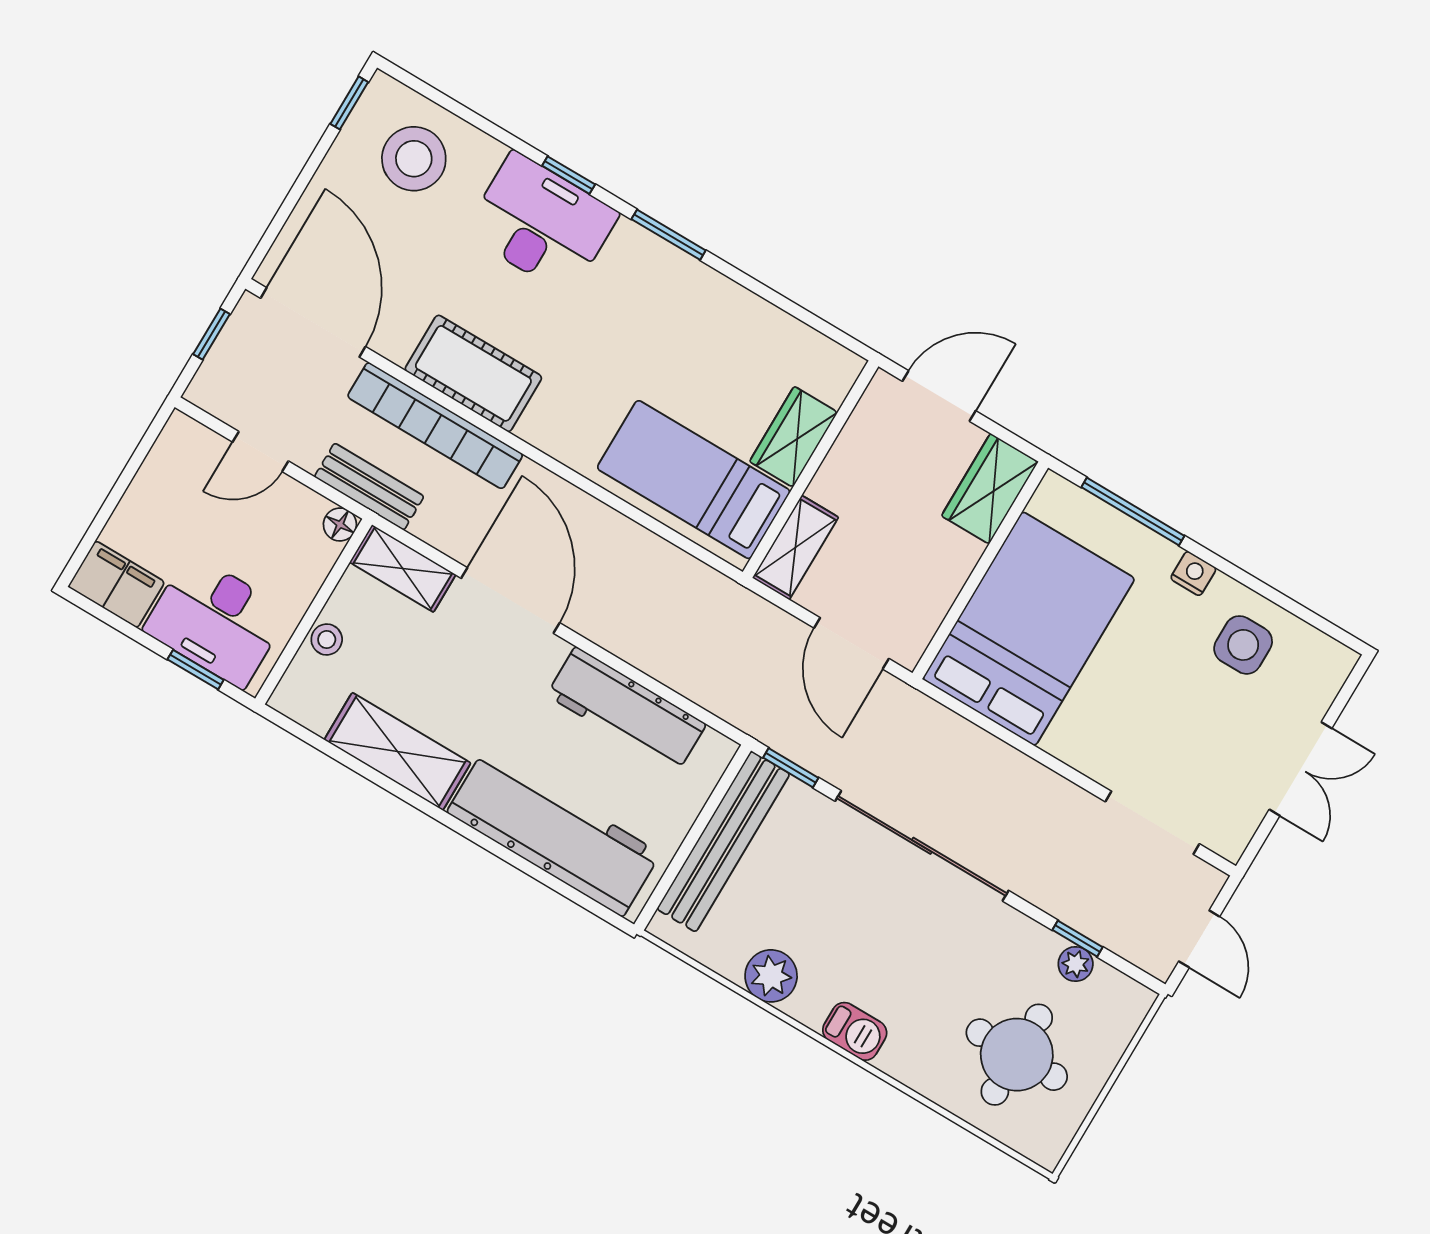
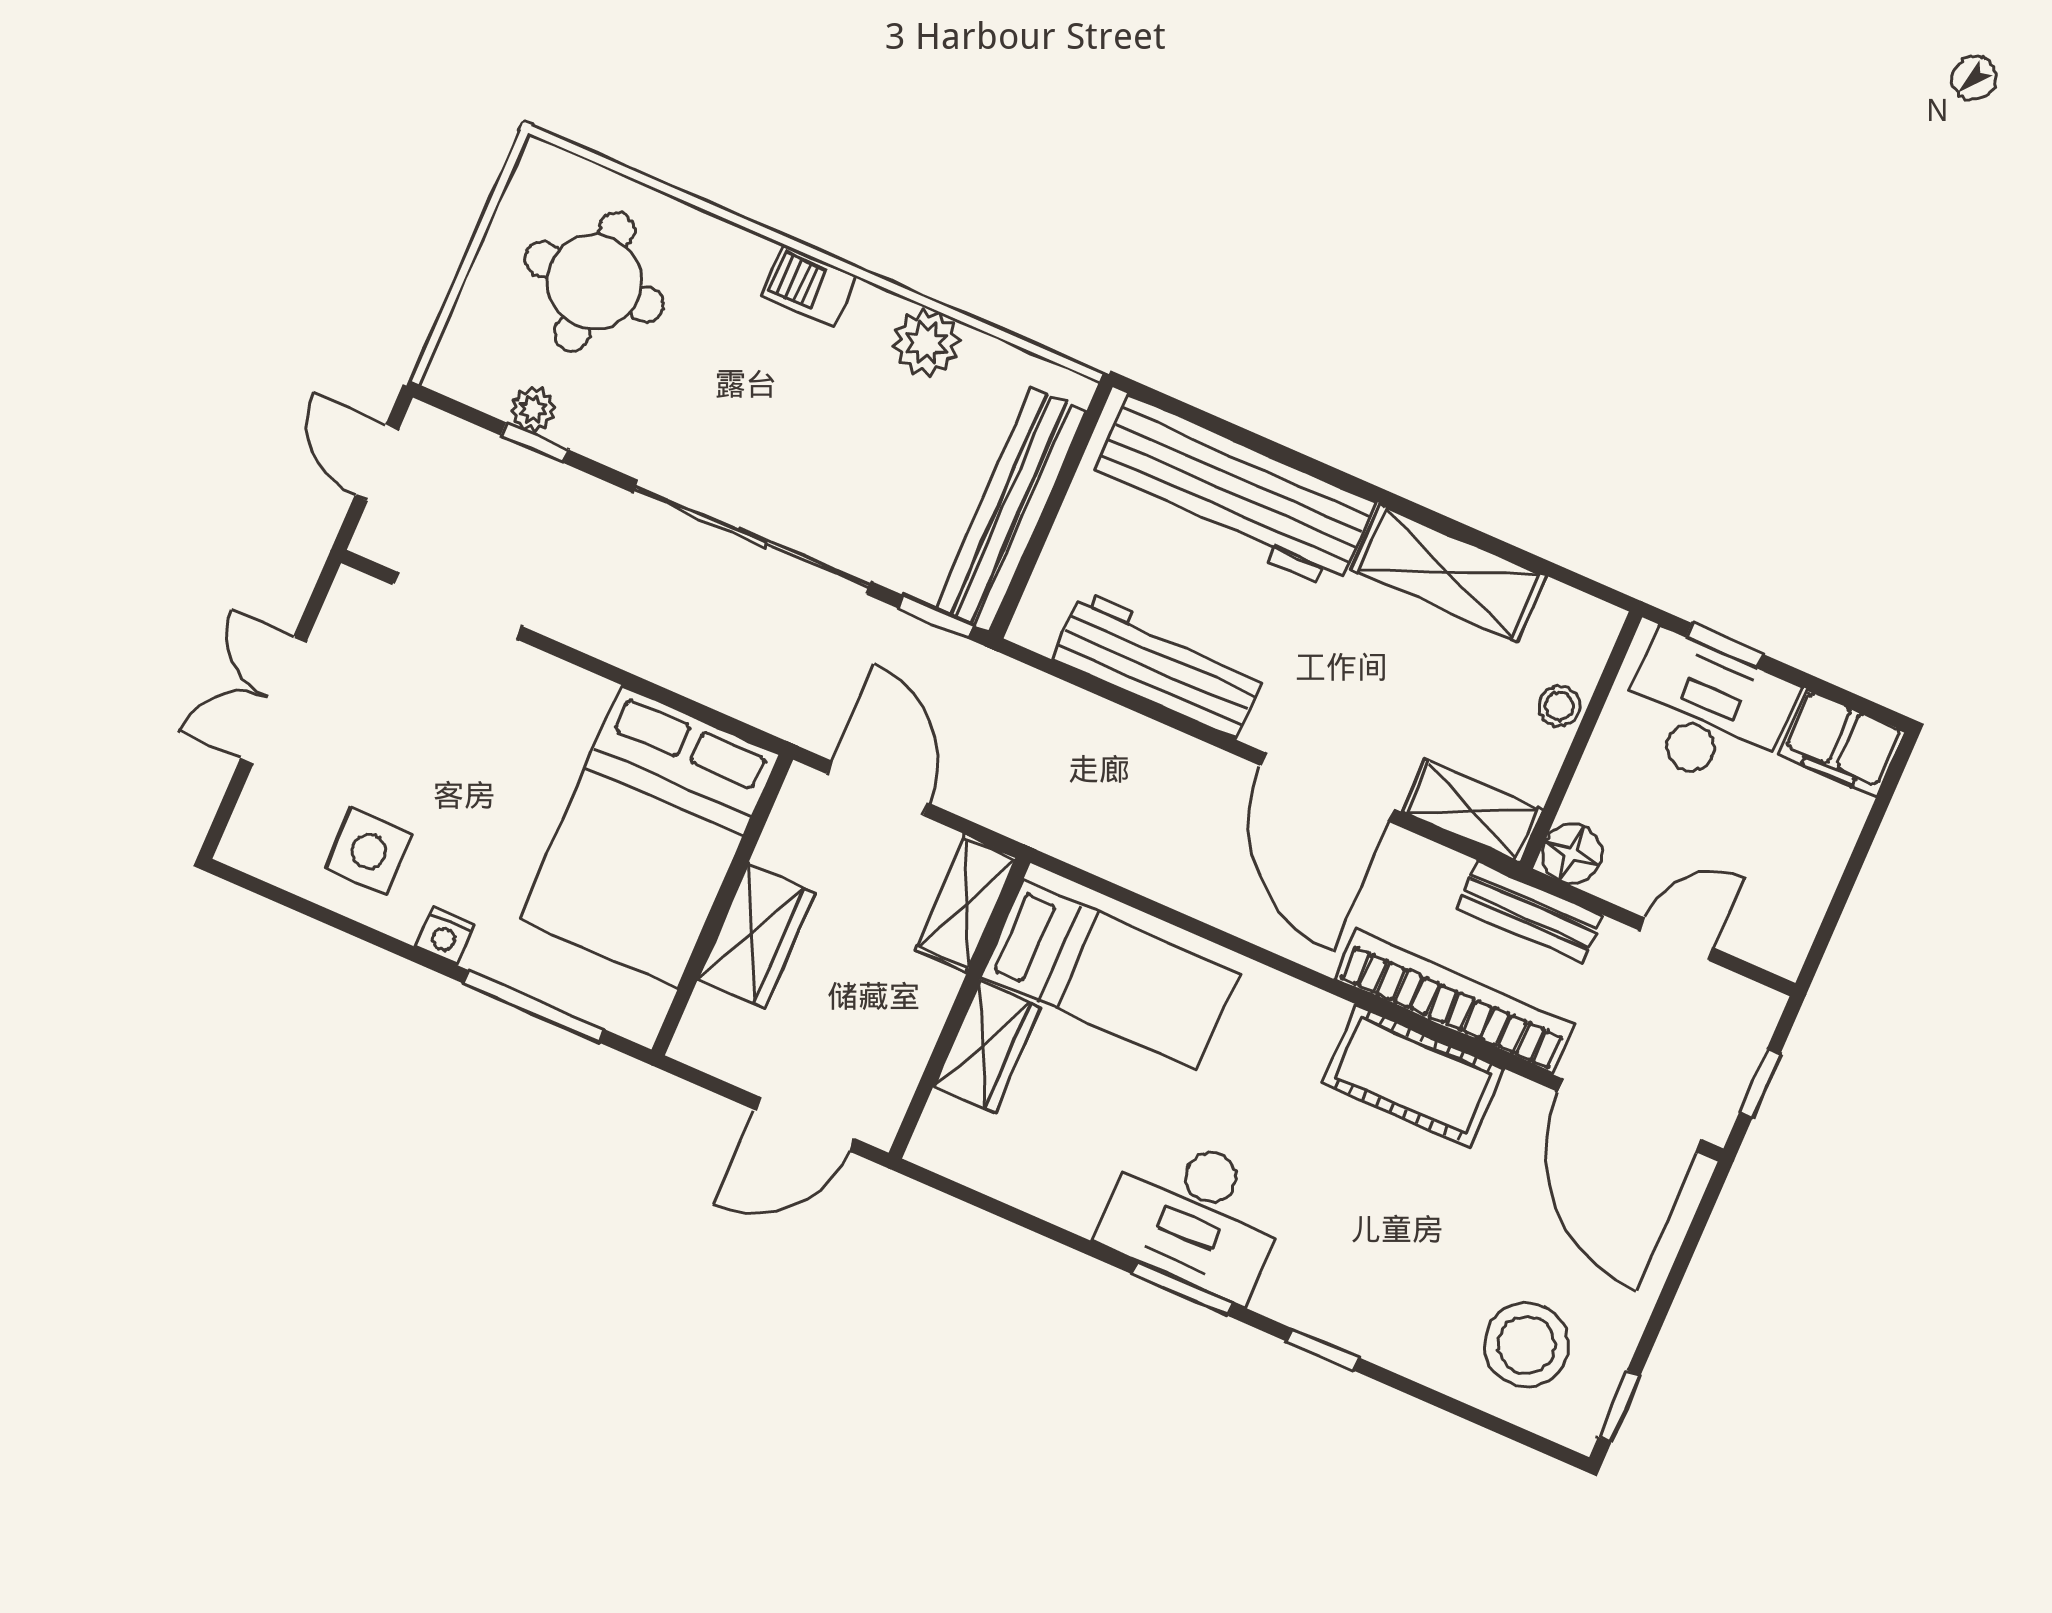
desk: (541, 223) -> (1194, 1214), moved
wardrobe: (990, 489) -> (756, 936), moved
floor lamp: (340, 525) -> (1572, 853), width x1.37, depth x1.37

